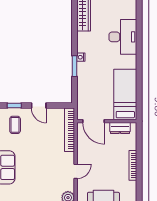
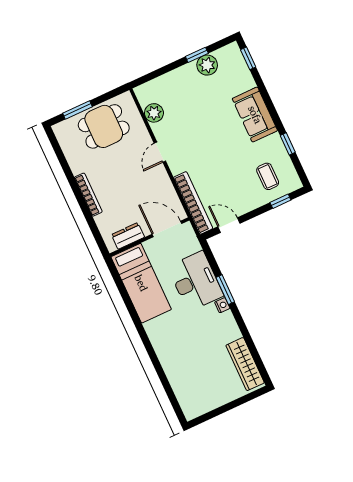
desk: (123, 37) -> (196, 281), moved, turned 180
door: (39, 106) -> (229, 225), moved

